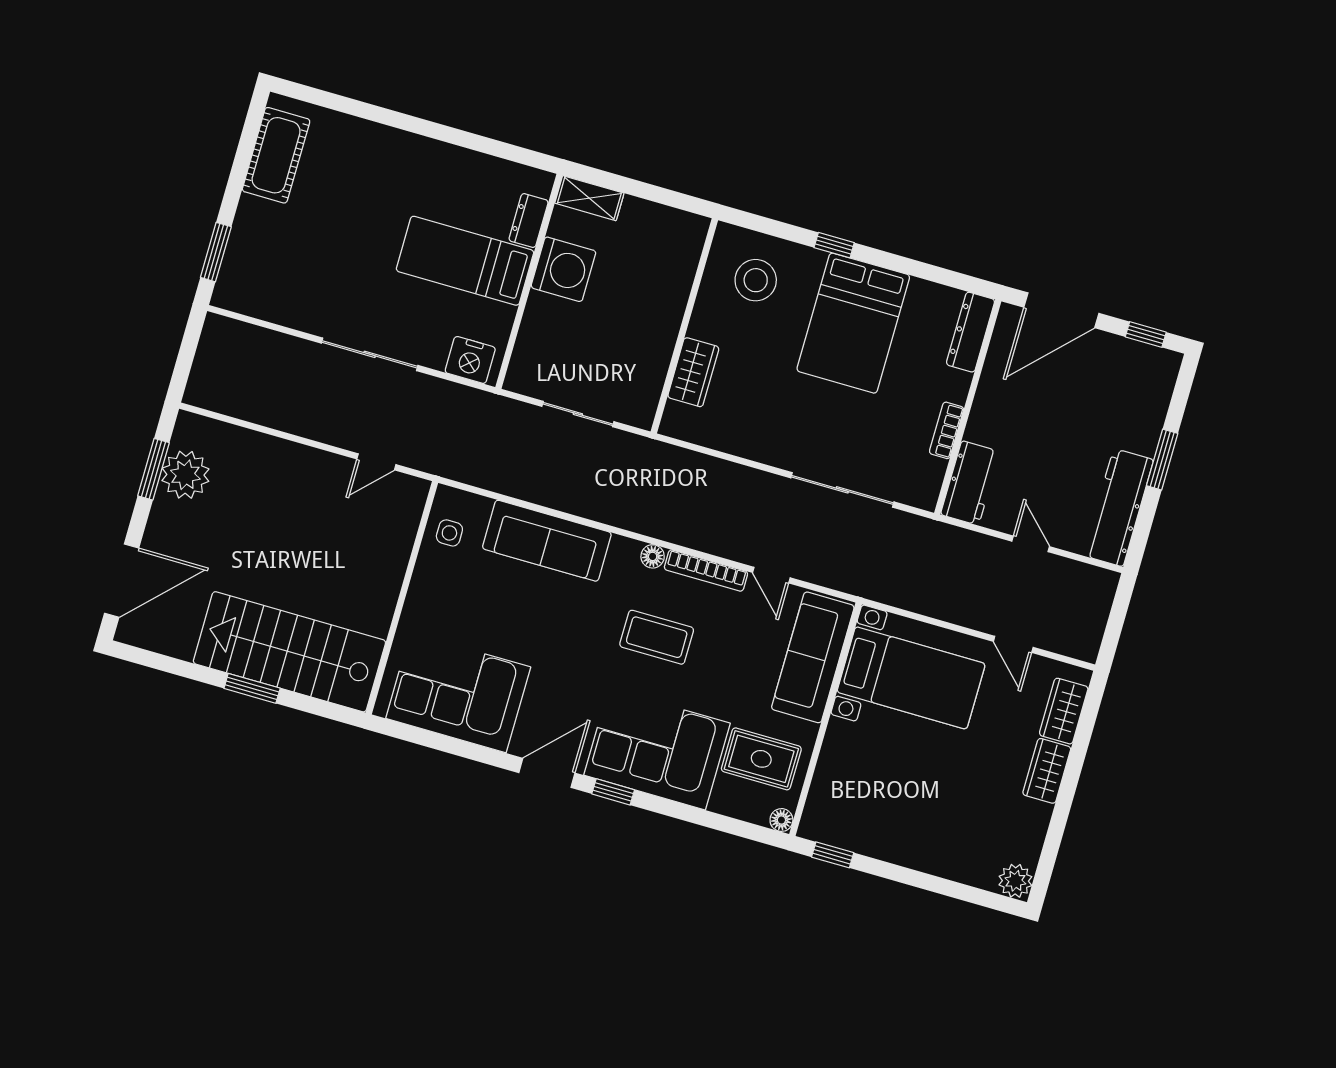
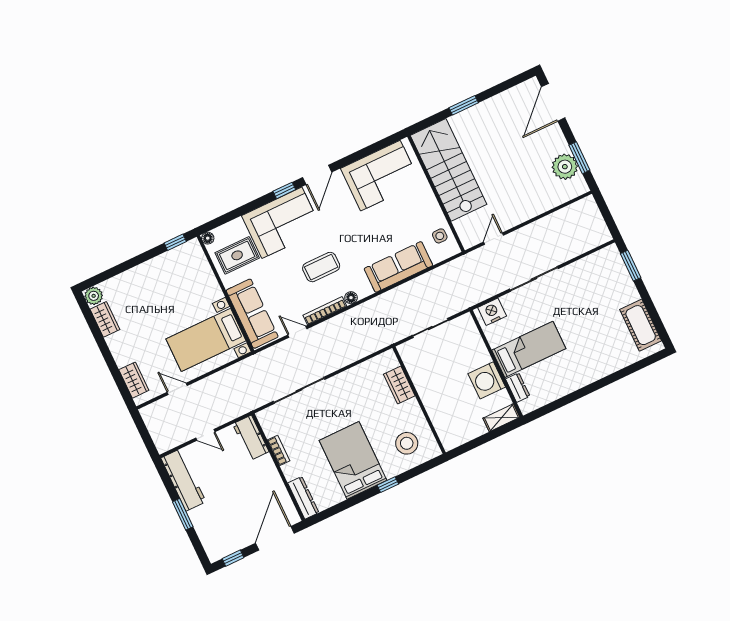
stairs: (289, 652) -> (448, 170), moved, turned -90
wardrobe: (1047, 771) -> (105, 319), moved

